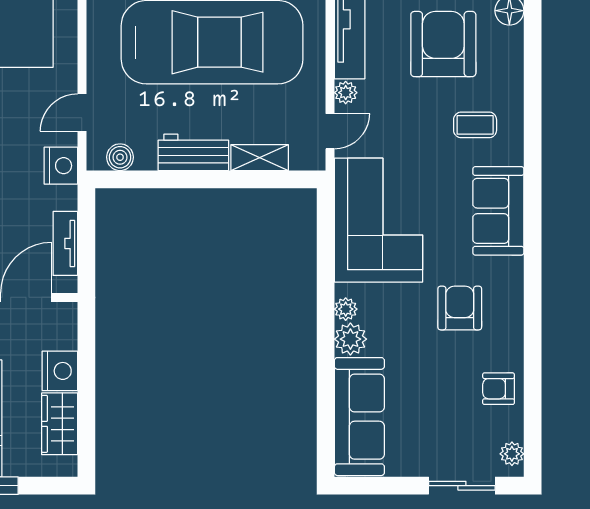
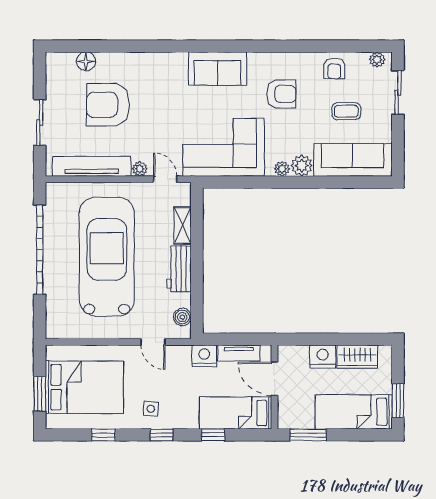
coffee table: (475, 125) -> (346, 111), moved, turned 90
nightstand: (61, 166) -> (204, 356), moved
armchair: (460, 308) -> (281, 94), turned 180

